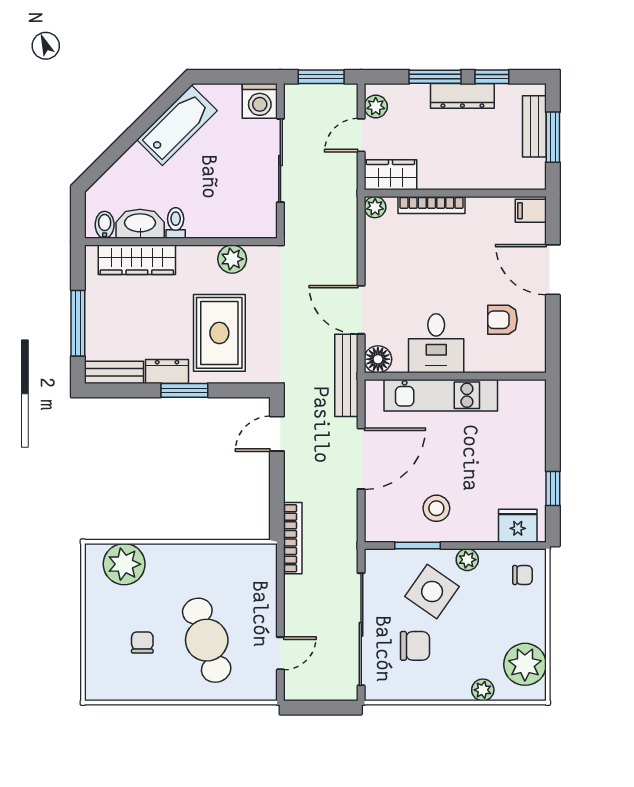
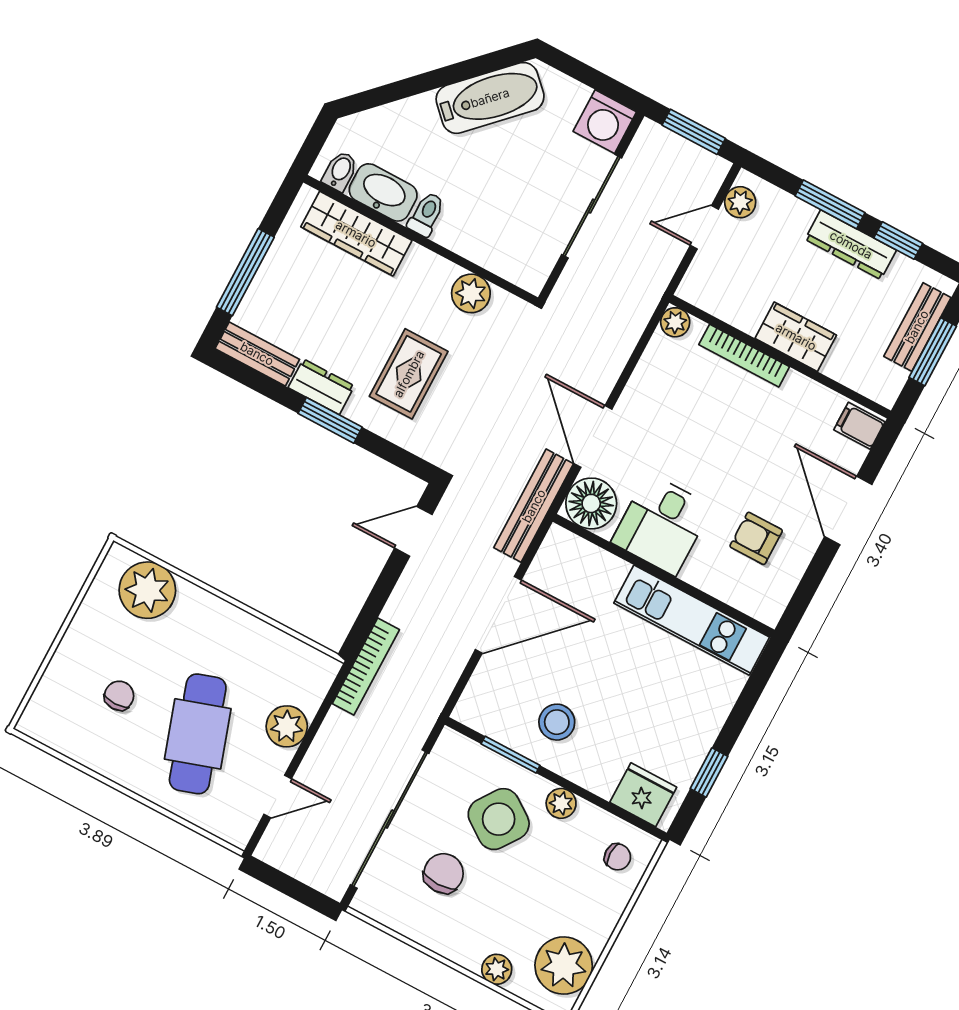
wardrobe: (390, 175) -> (796, 337), moved
rug: (219, 333) -> (409, 374), width x0.73, depth x0.70
floor lamp: (378, 359) -> (591, 503), width x1.38, depth x1.38
kitchen unit: (441, 395) -> (692, 620), moved
plant: (262, 605) -> (287, 726), added
chair: (415, 646) -> (444, 873), turned -90

